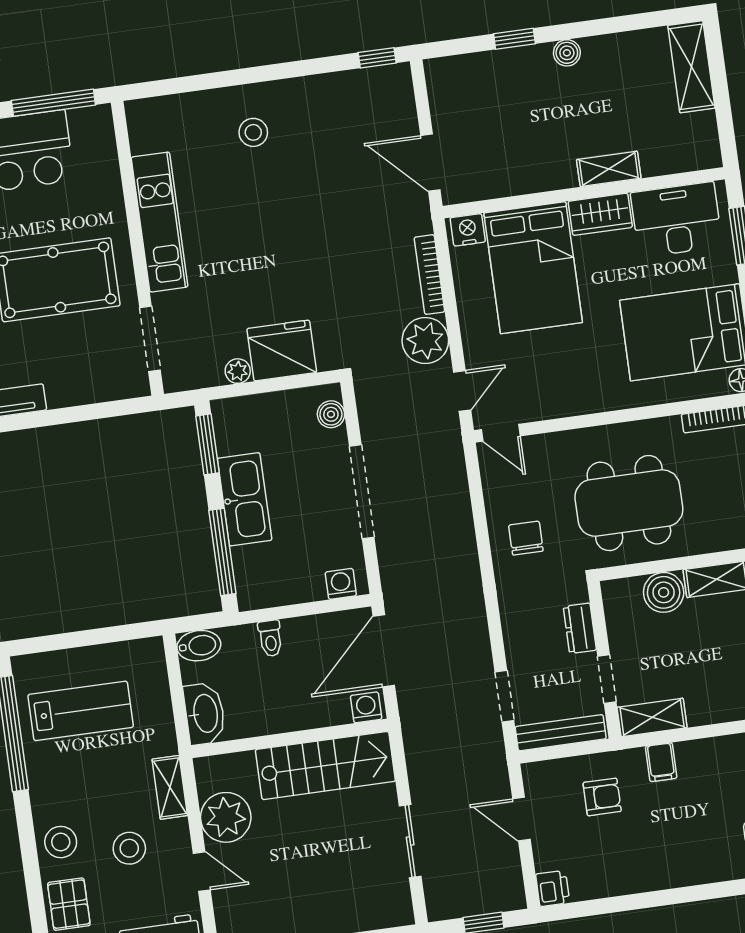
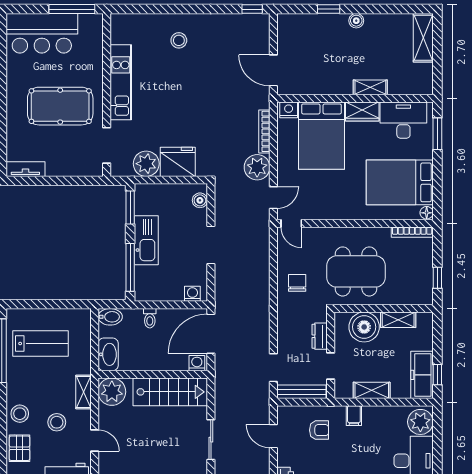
plant: (238, 371) -> (146, 164), width x1.87, depth x1.87
doorway: (362, 492) -> (211, 245), width x0.73
boiler: (664, 592) -> (364, 327), width x1.37, depth x1.37
shelving: (652, 717) -> (372, 390), moved
plant: (226, 817) -> (112, 392), moved

